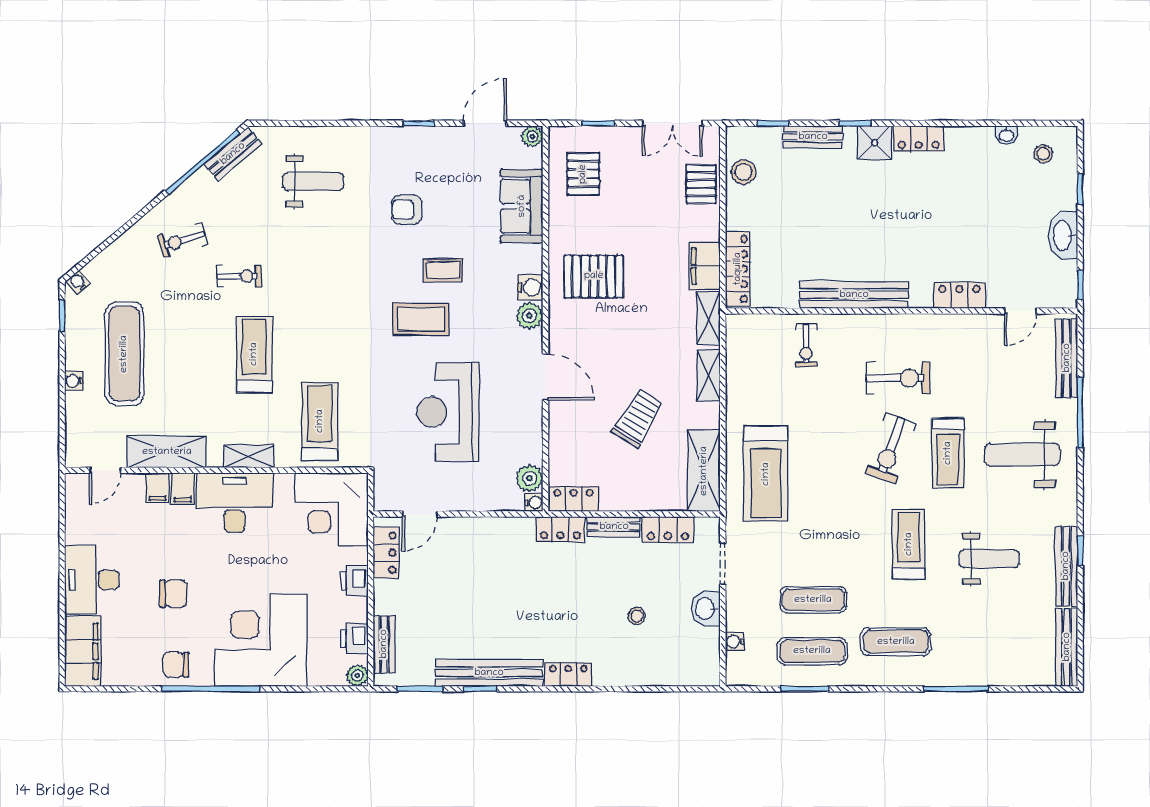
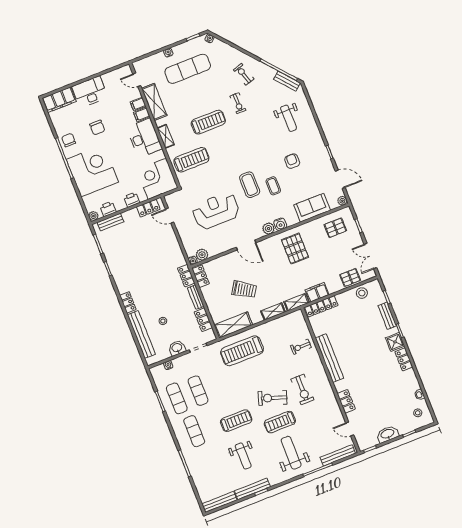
door: (545, 377) -> (246, 245), hinge flipped
bench: (489, 673) -> (141, 334), moved

